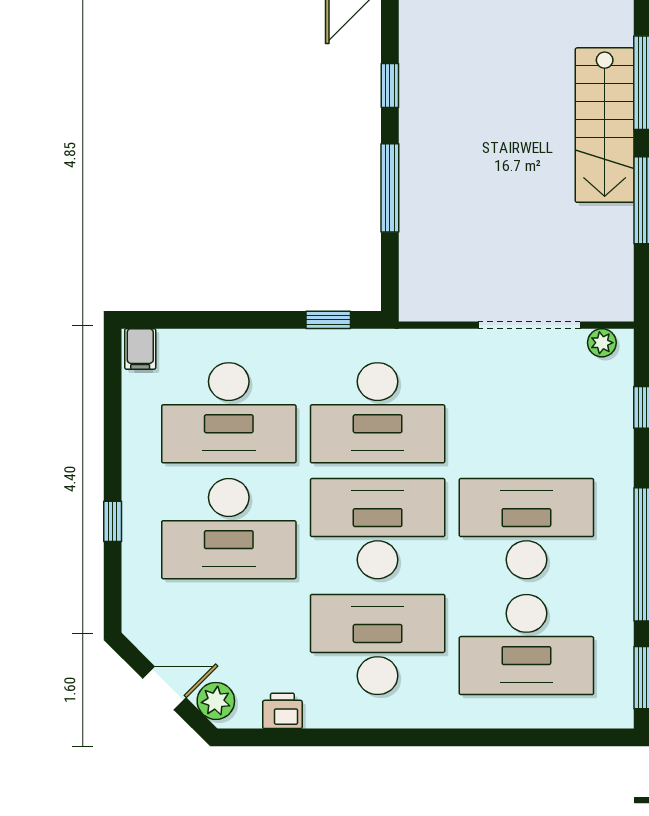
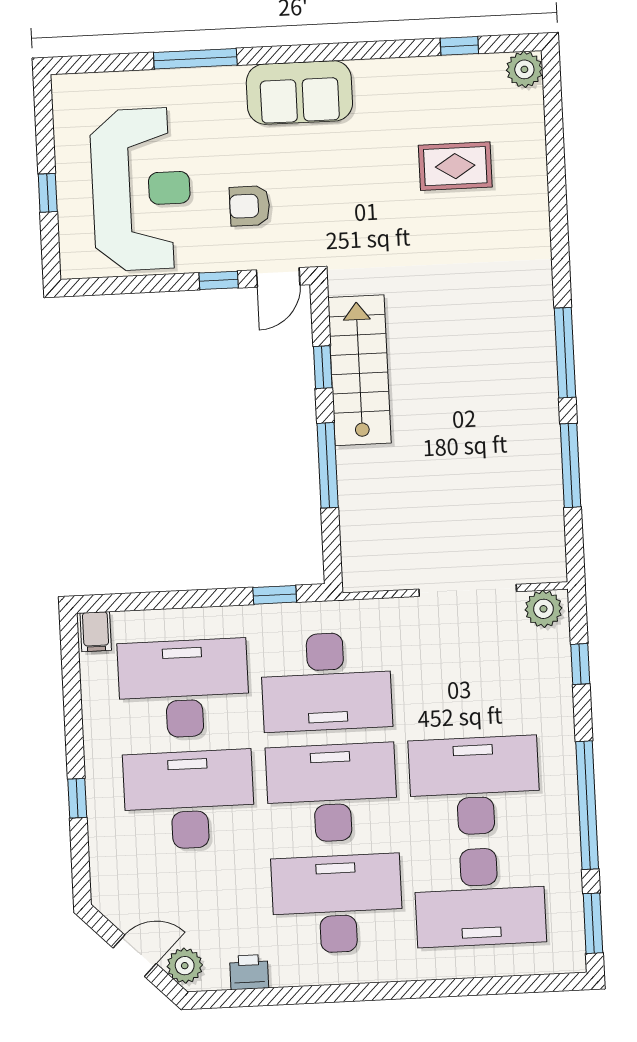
stairs: (605, 125) -> (359, 370), moved, turned 180
plant: (602, 343) -> (543, 609), width x1.38, depth x1.38
desk: (229, 413) -> (184, 689), turned 180
desk: (229, 529) -> (189, 800), turned 180

